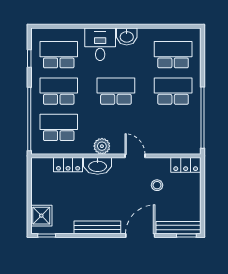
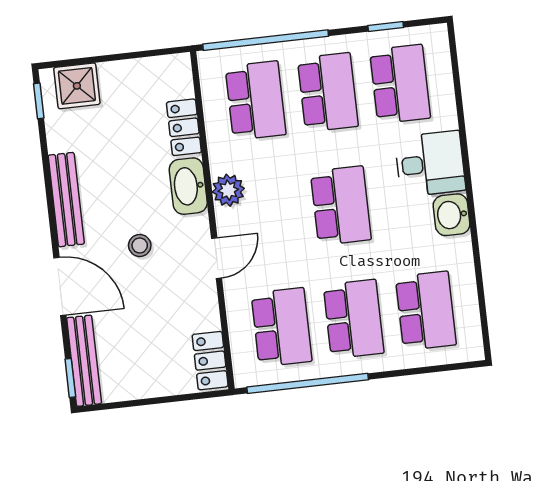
school desk: (173, 127) -> (281, 327), added
stool: (157, 185) -> (140, 245), moved

